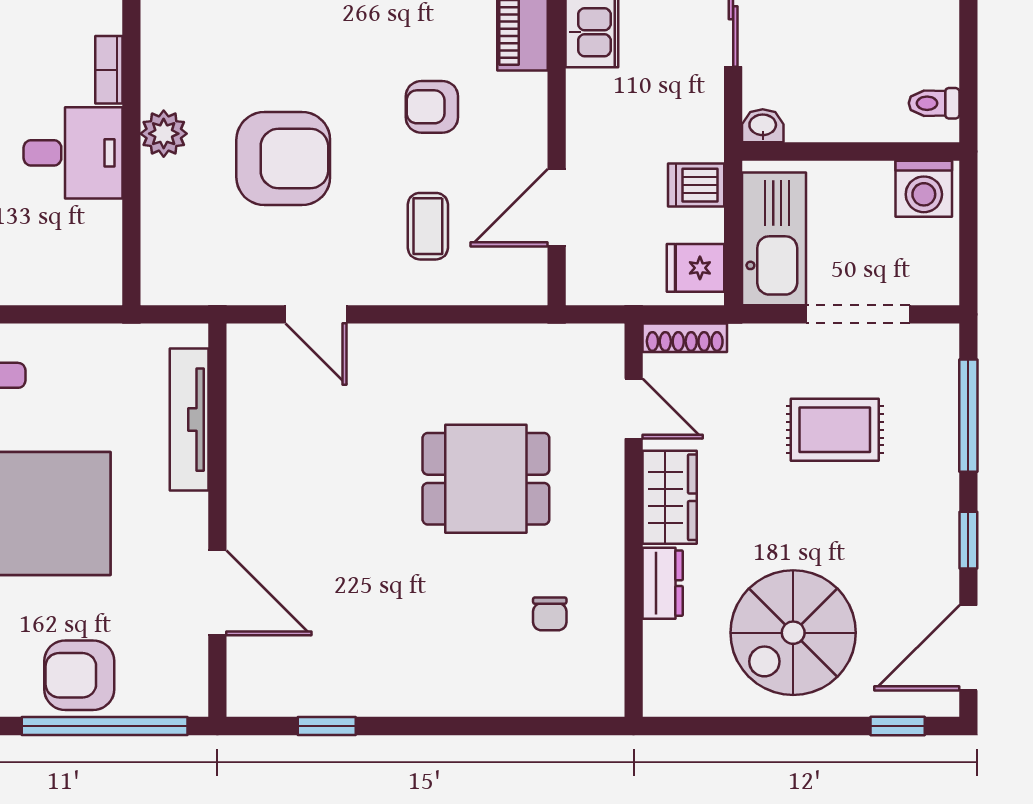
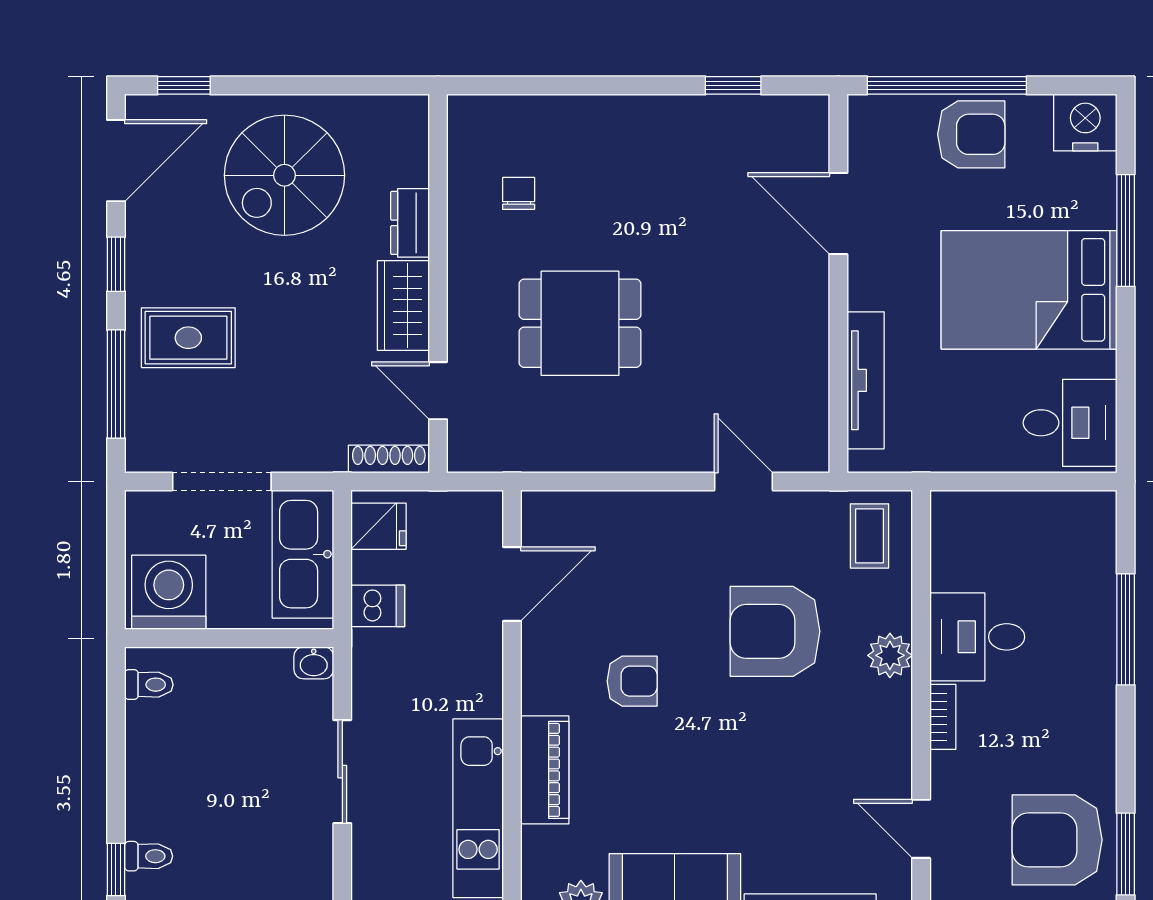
washing machine: (924, 189) -> (169, 592), width x1.37, depth x1.37
coffee table: (428, 226) -> (869, 536), moved
rug: (835, 430) -> (188, 338), moved
spiral stairs: (793, 633) -> (284, 175), turned 180

